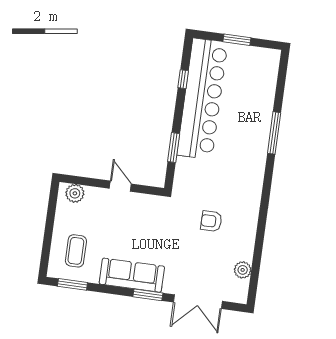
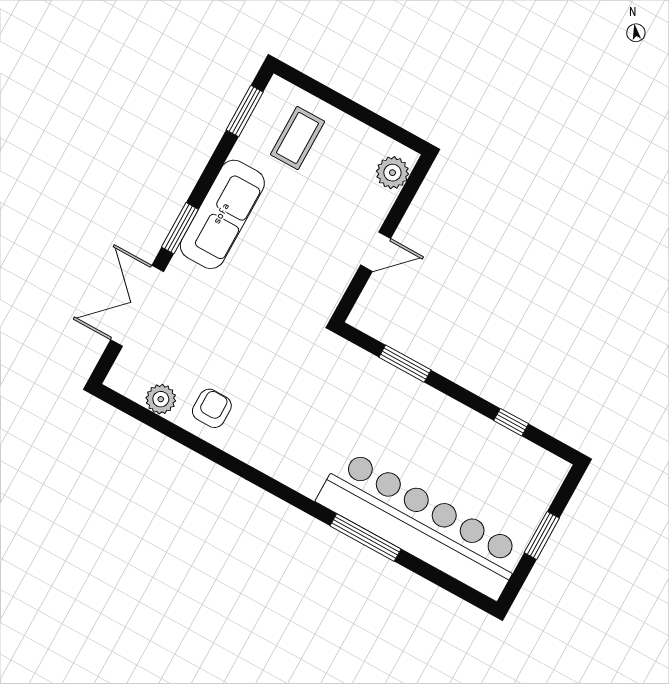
bar counter: (202, 99) -> (421, 524), moved, turned 180
armchair: (211, 221) -> (212, 408), moved
coffee table: (76, 251) -> (298, 138), turned 90

